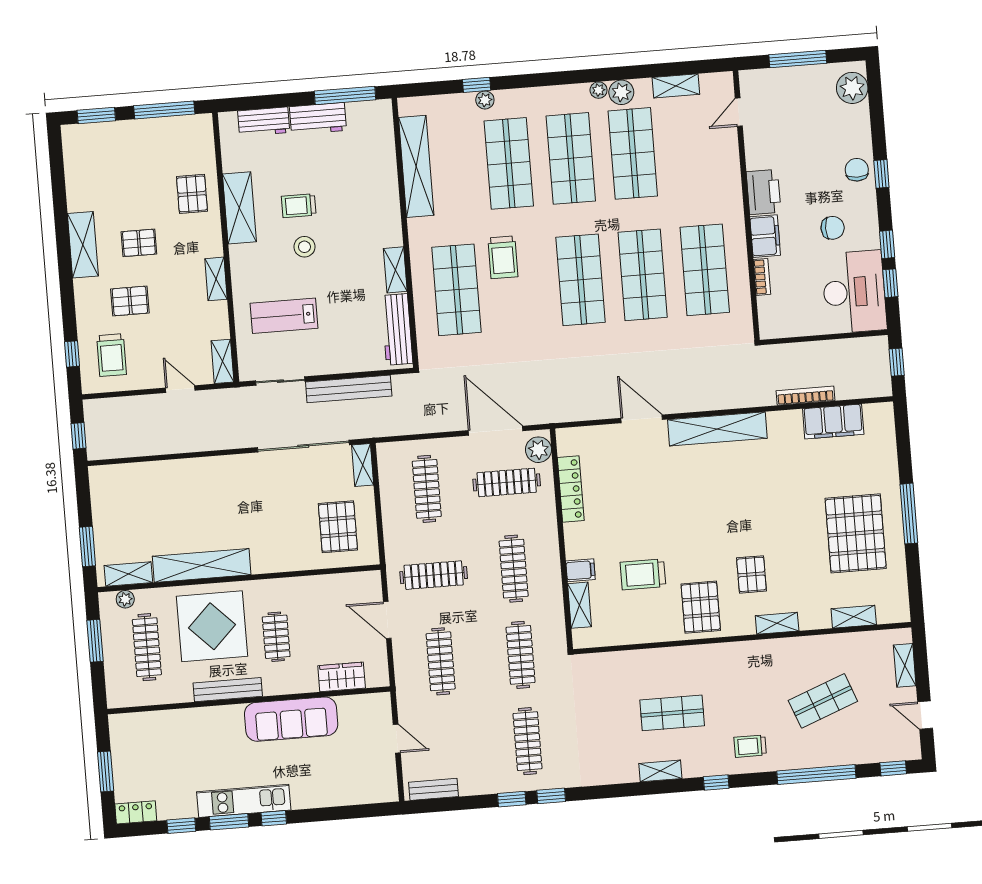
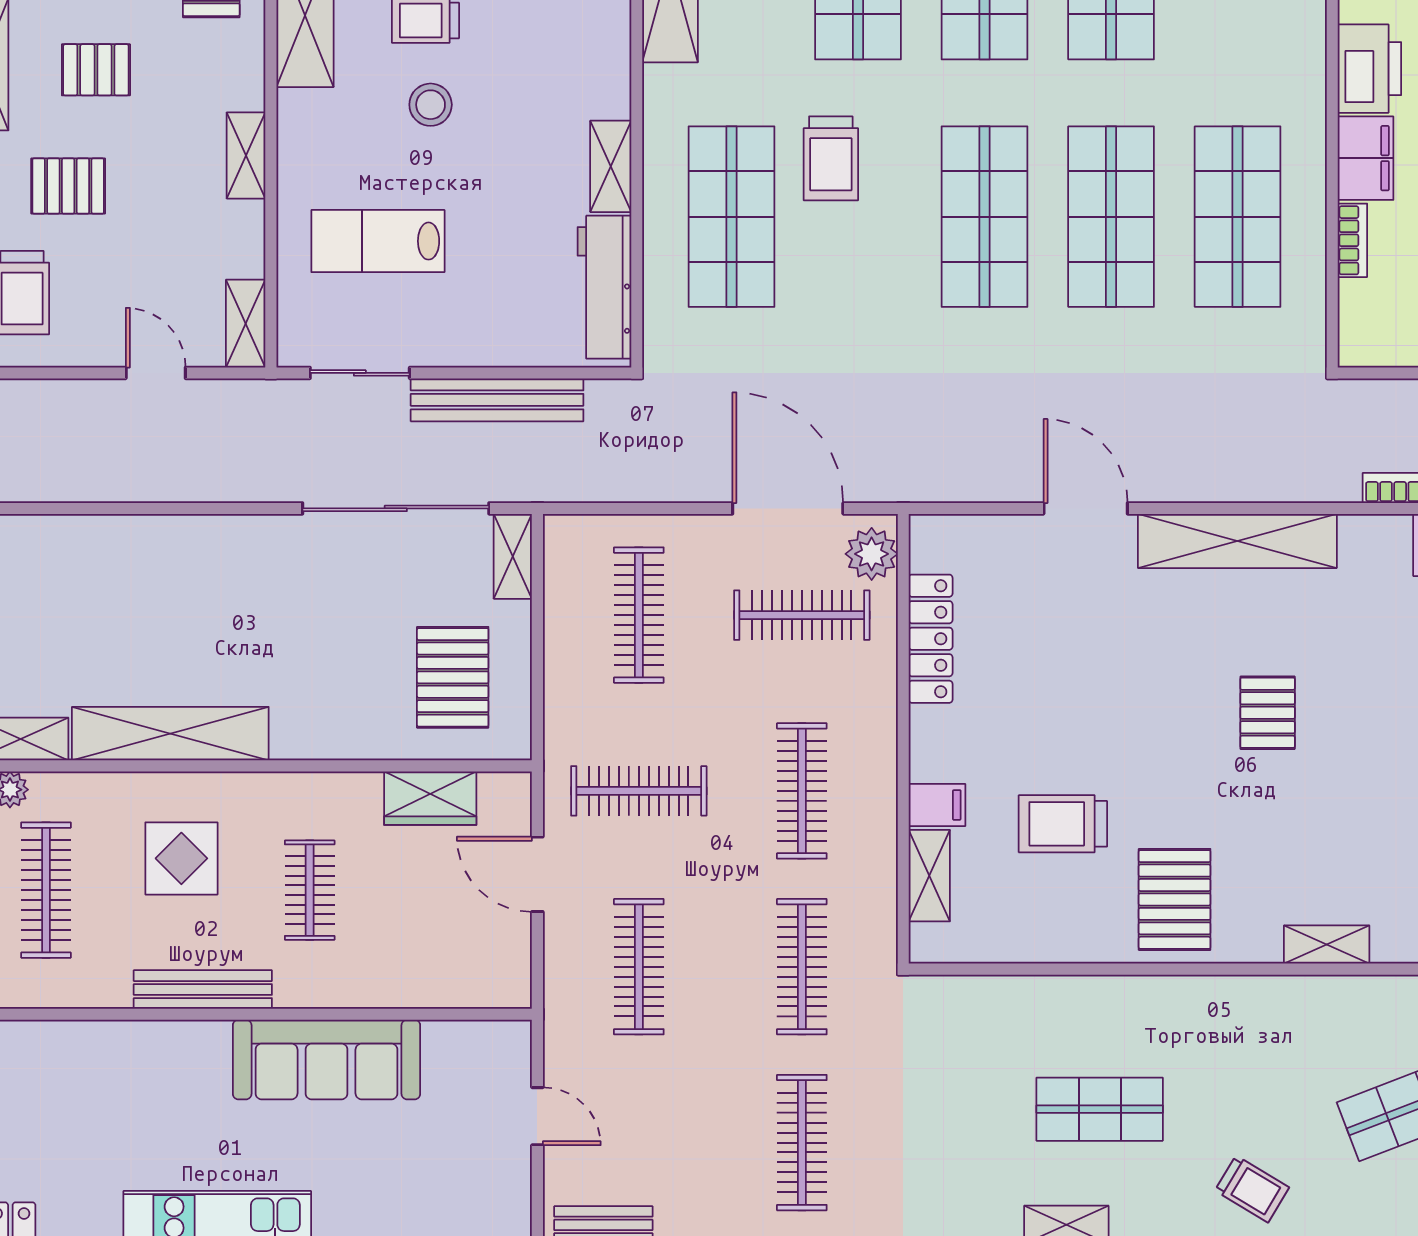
pallet: (751, 574) -> (1268, 713), moved
display table: (212, 626) -> (181, 858), width x0.54, depth x0.54
wardrobe: (342, 677) -> (430, 798), moved, turned 180
trolley: (750, 746) -> (1252, 1189), turned -149

